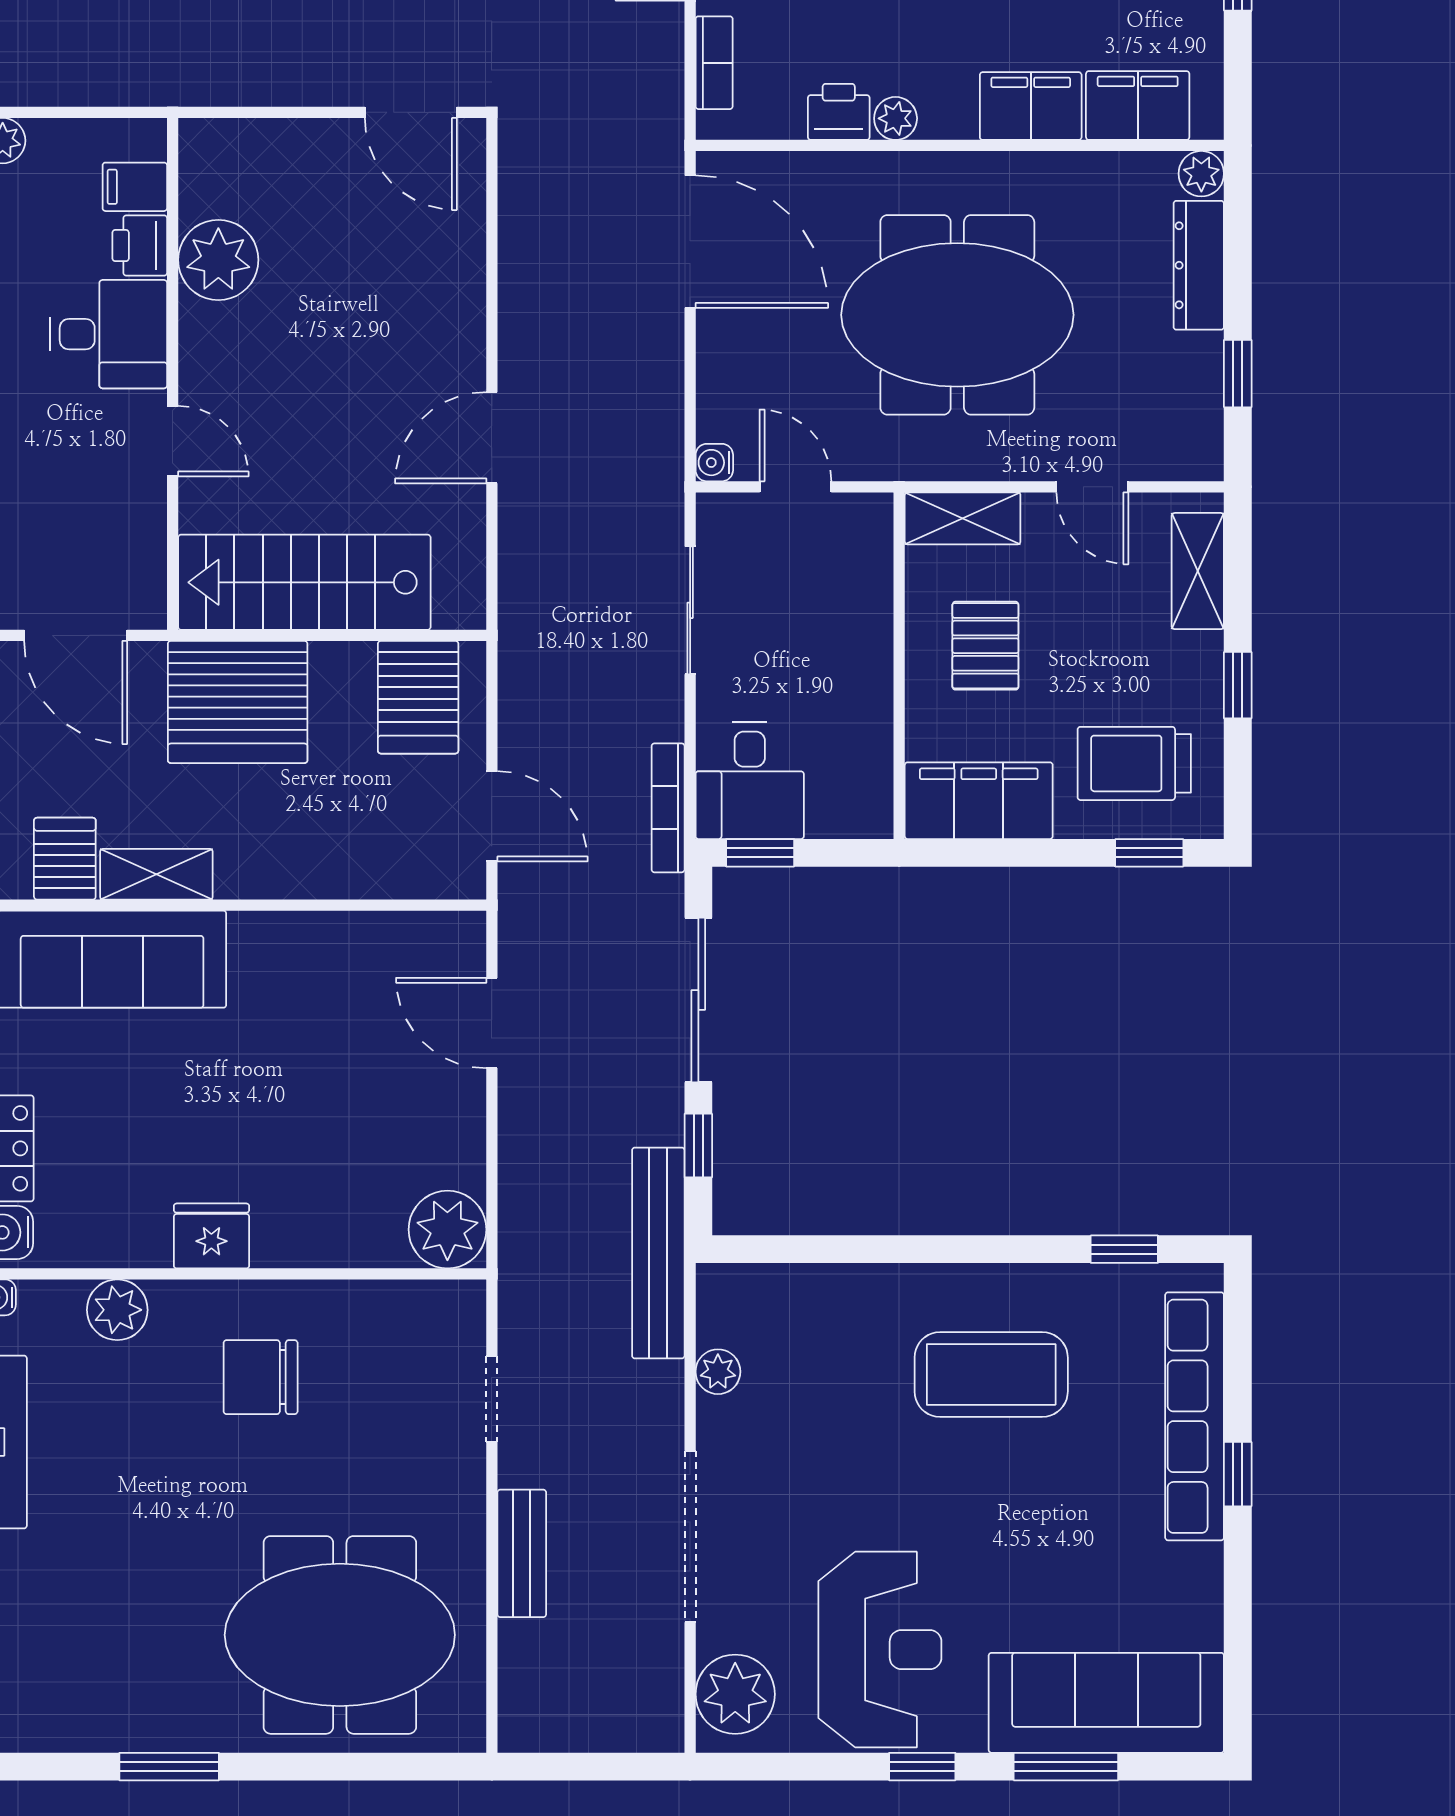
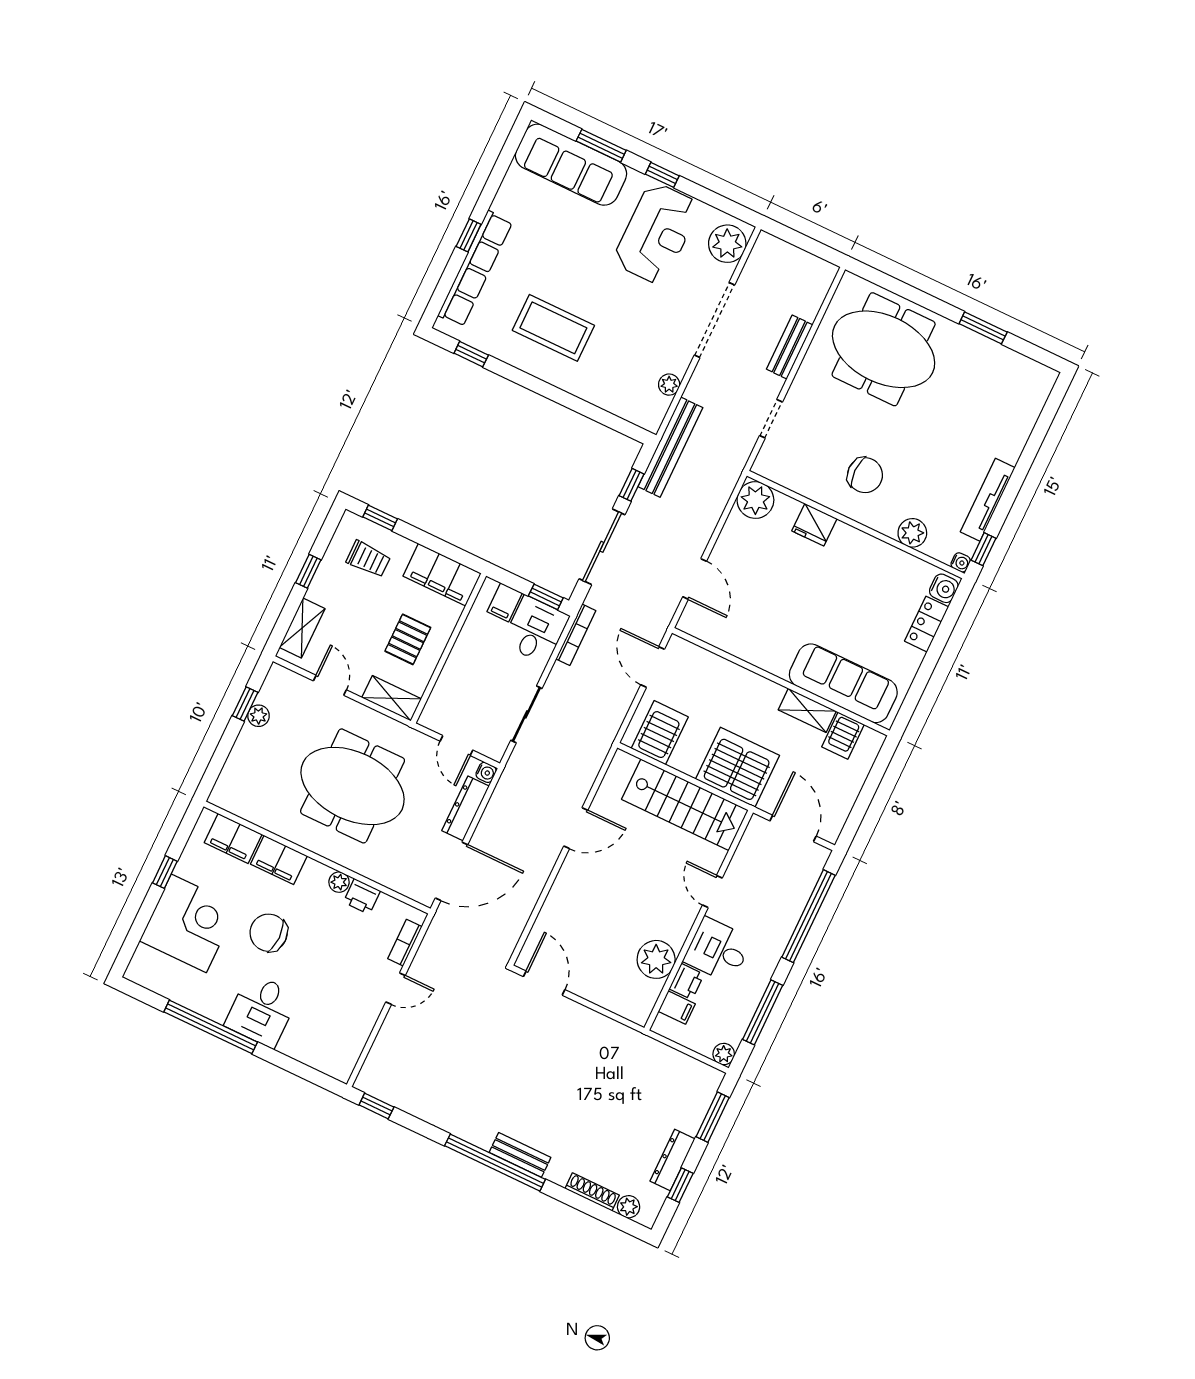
plant: (1201, 174) -> (259, 716), moved
door: (690, 242) -> (451, 871), swing flipped
dresser: (1199, 265) -> (465, 808), moved, turned 180
trolley: (1134, 763) -> (368, 559), width x0.73, depth x0.72
filing cabinet: (834, 805) -> (505, 602), added
fridge: (211, 1236) -> (814, 525), moved
reception desk: (880, 1650) -> (657, 233), turned 180

